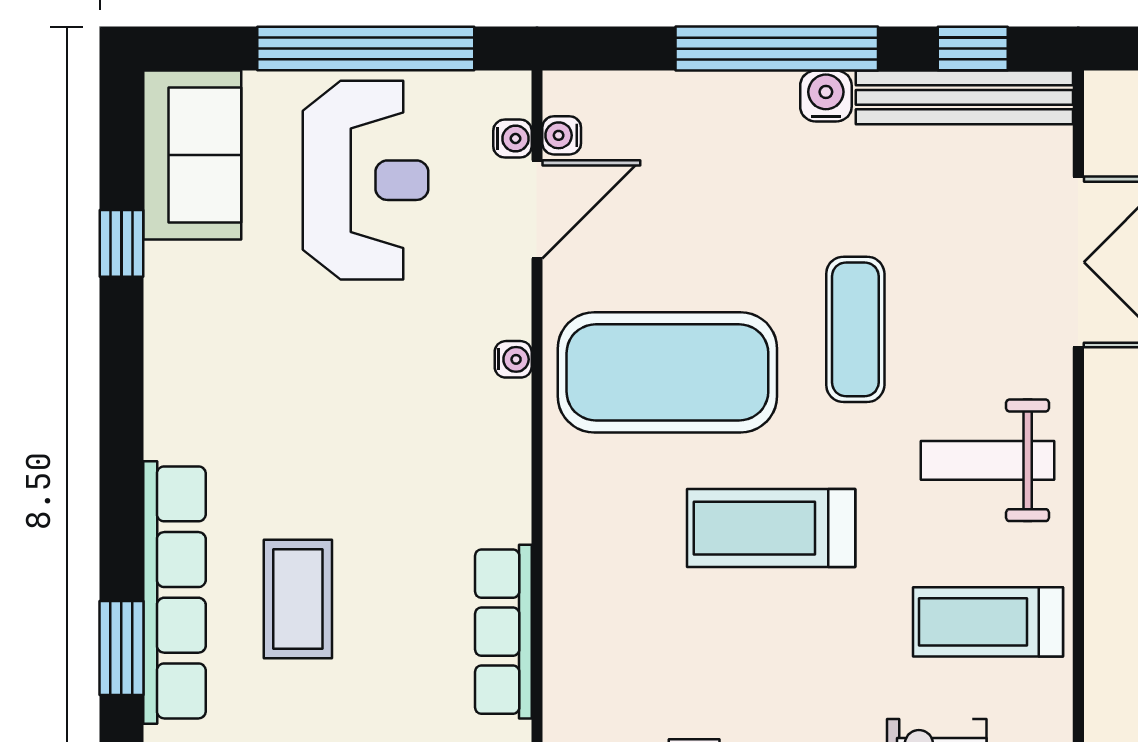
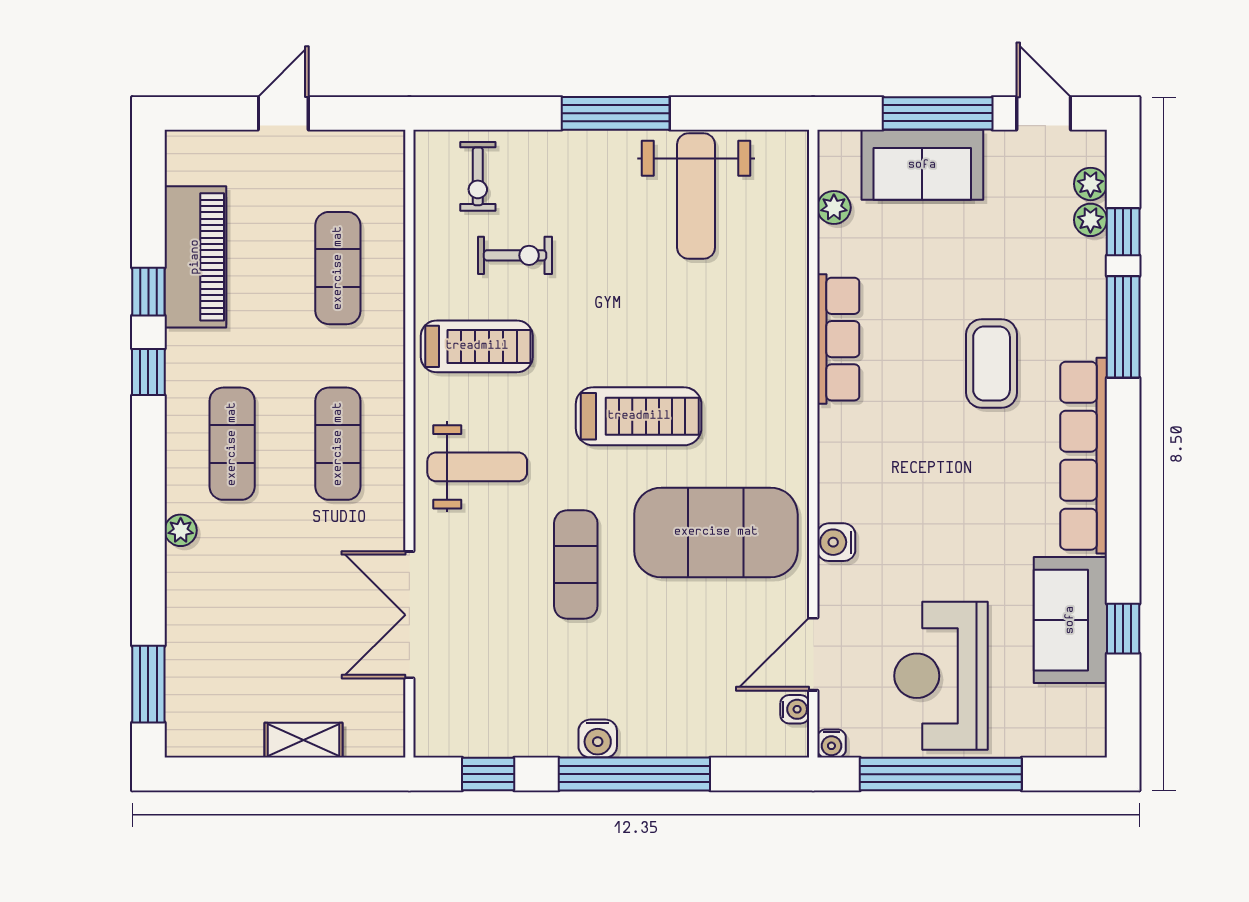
bench: (964, 97) -> (494, 738), removed
water cooler: (512, 139) -> (831, 743), moved, turned -90
sofa: (192, 155) -> (1070, 620), moved
water cooler: (513, 359) -> (836, 542), width x1.38, depth x1.38
row of seats: (174, 592) -> (1084, 456), moved
window: (121, 648) -> (1123, 327), width x1.44

